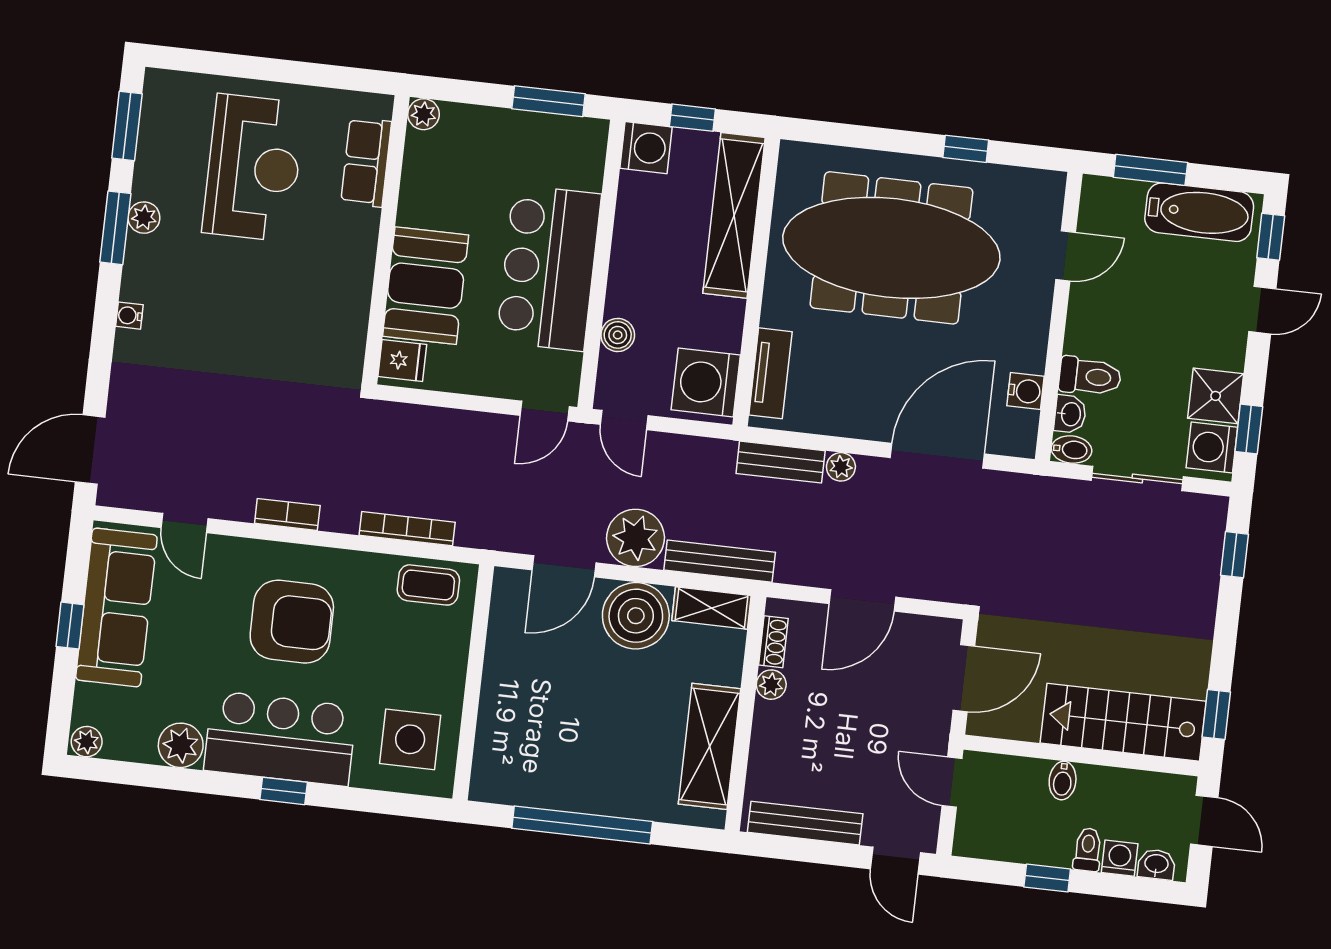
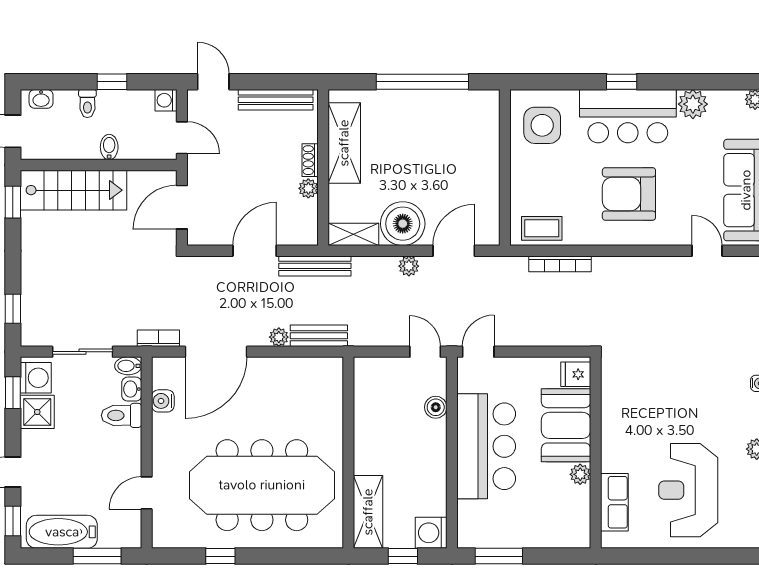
plant: (424, 114) -> (580, 474), moved
shelving: (734, 215) -> (368, 512), width x0.68
tv unit: (770, 373) -> (332, 393), removed
washing machine: (706, 382) -> (374, 383), removed
bookcase: (287, 514) -> (158, 338), moved, turned 180
plant: (635, 538) -> (409, 266), width x0.53, depth x0.53
bench: (720, 561) -> (315, 266), moved
shoe rack: (773, 642) -> (310, 160), moved
washing machine: (1120, 858) -> (166, 100), moved, turned 90

